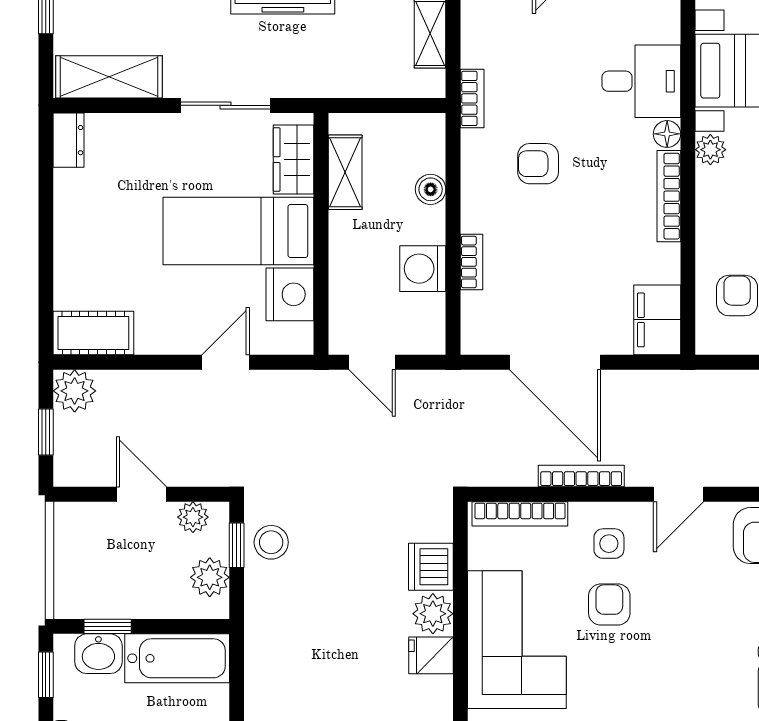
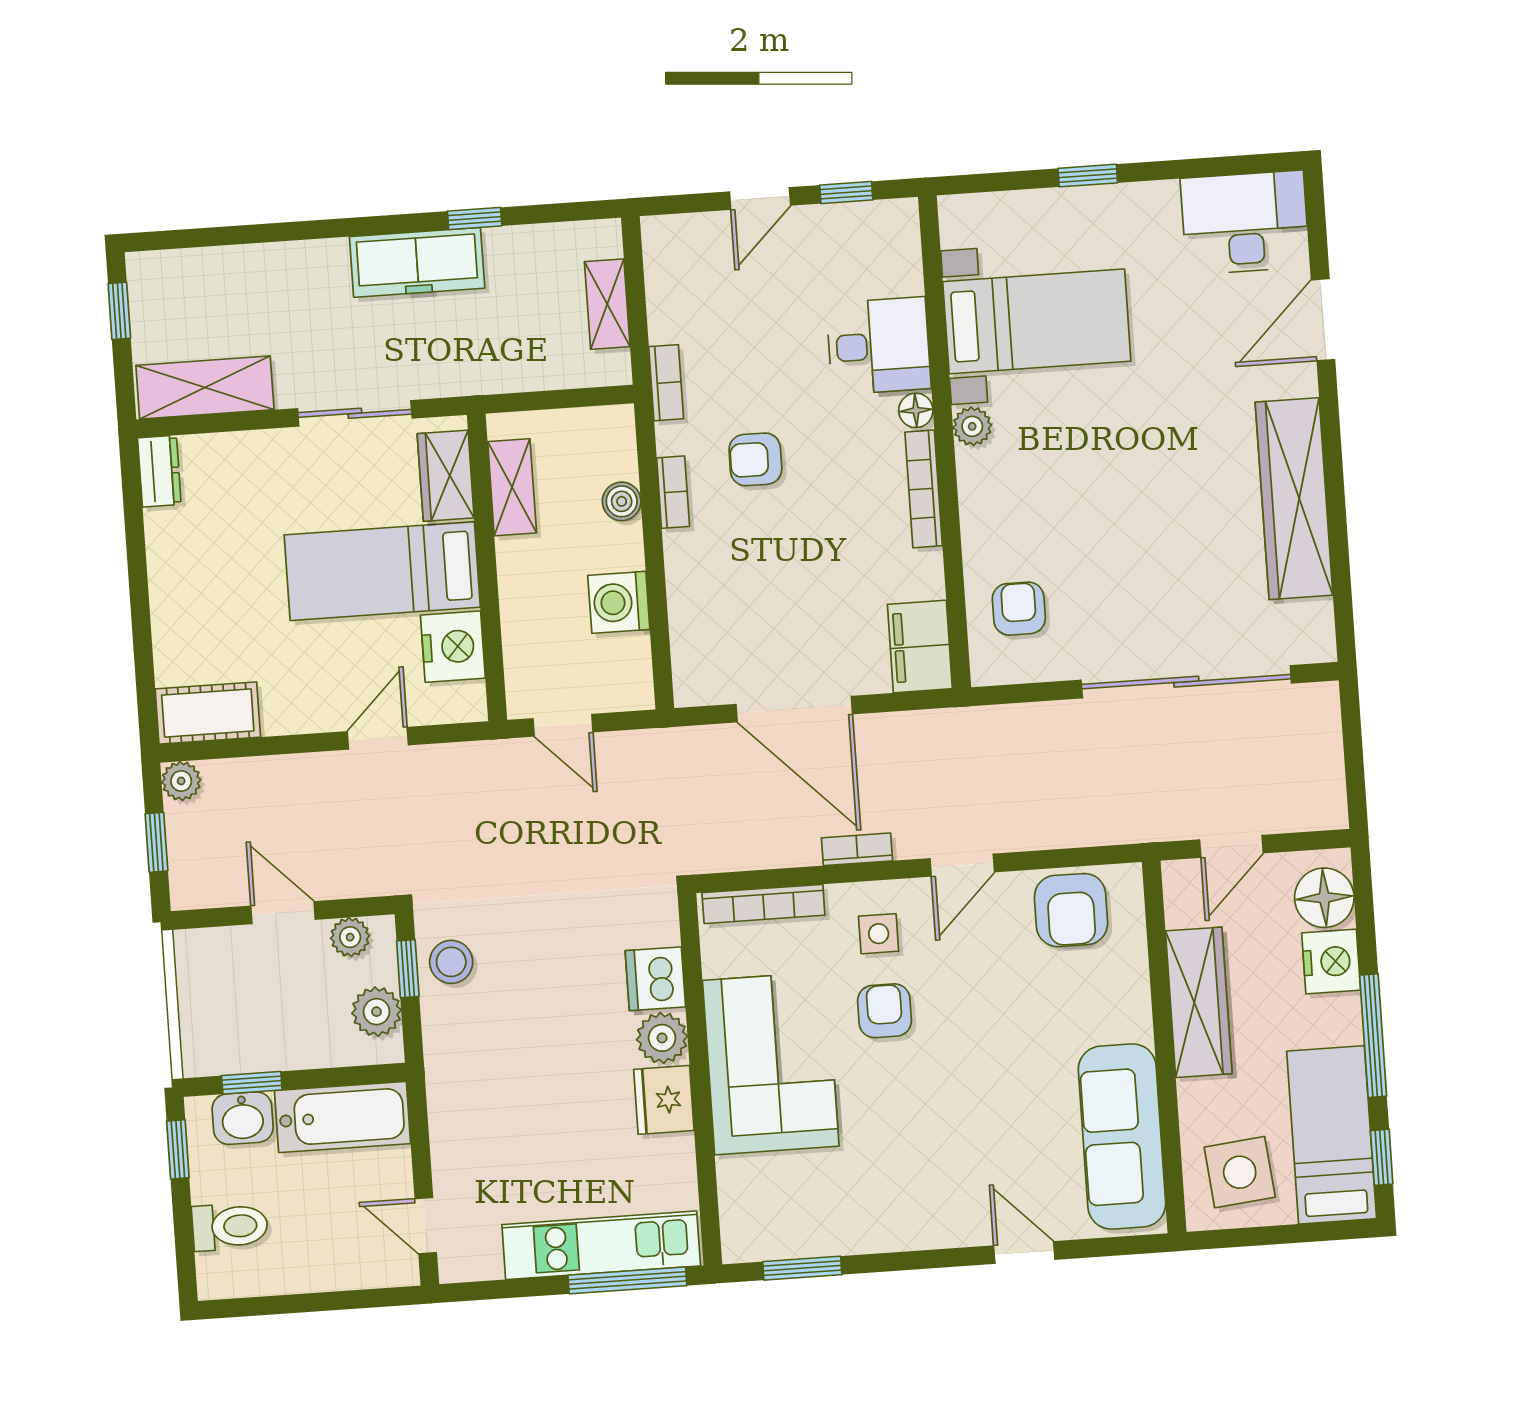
bookcase: (472, 262) -> (673, 492), moved
plant: (75, 391) -> (181, 781), width x0.73, depth x0.73
bookcase: (581, 476) -> (857, 849), width x0.64
fridge: (431, 655) -> (664, 1100), width x1.38

